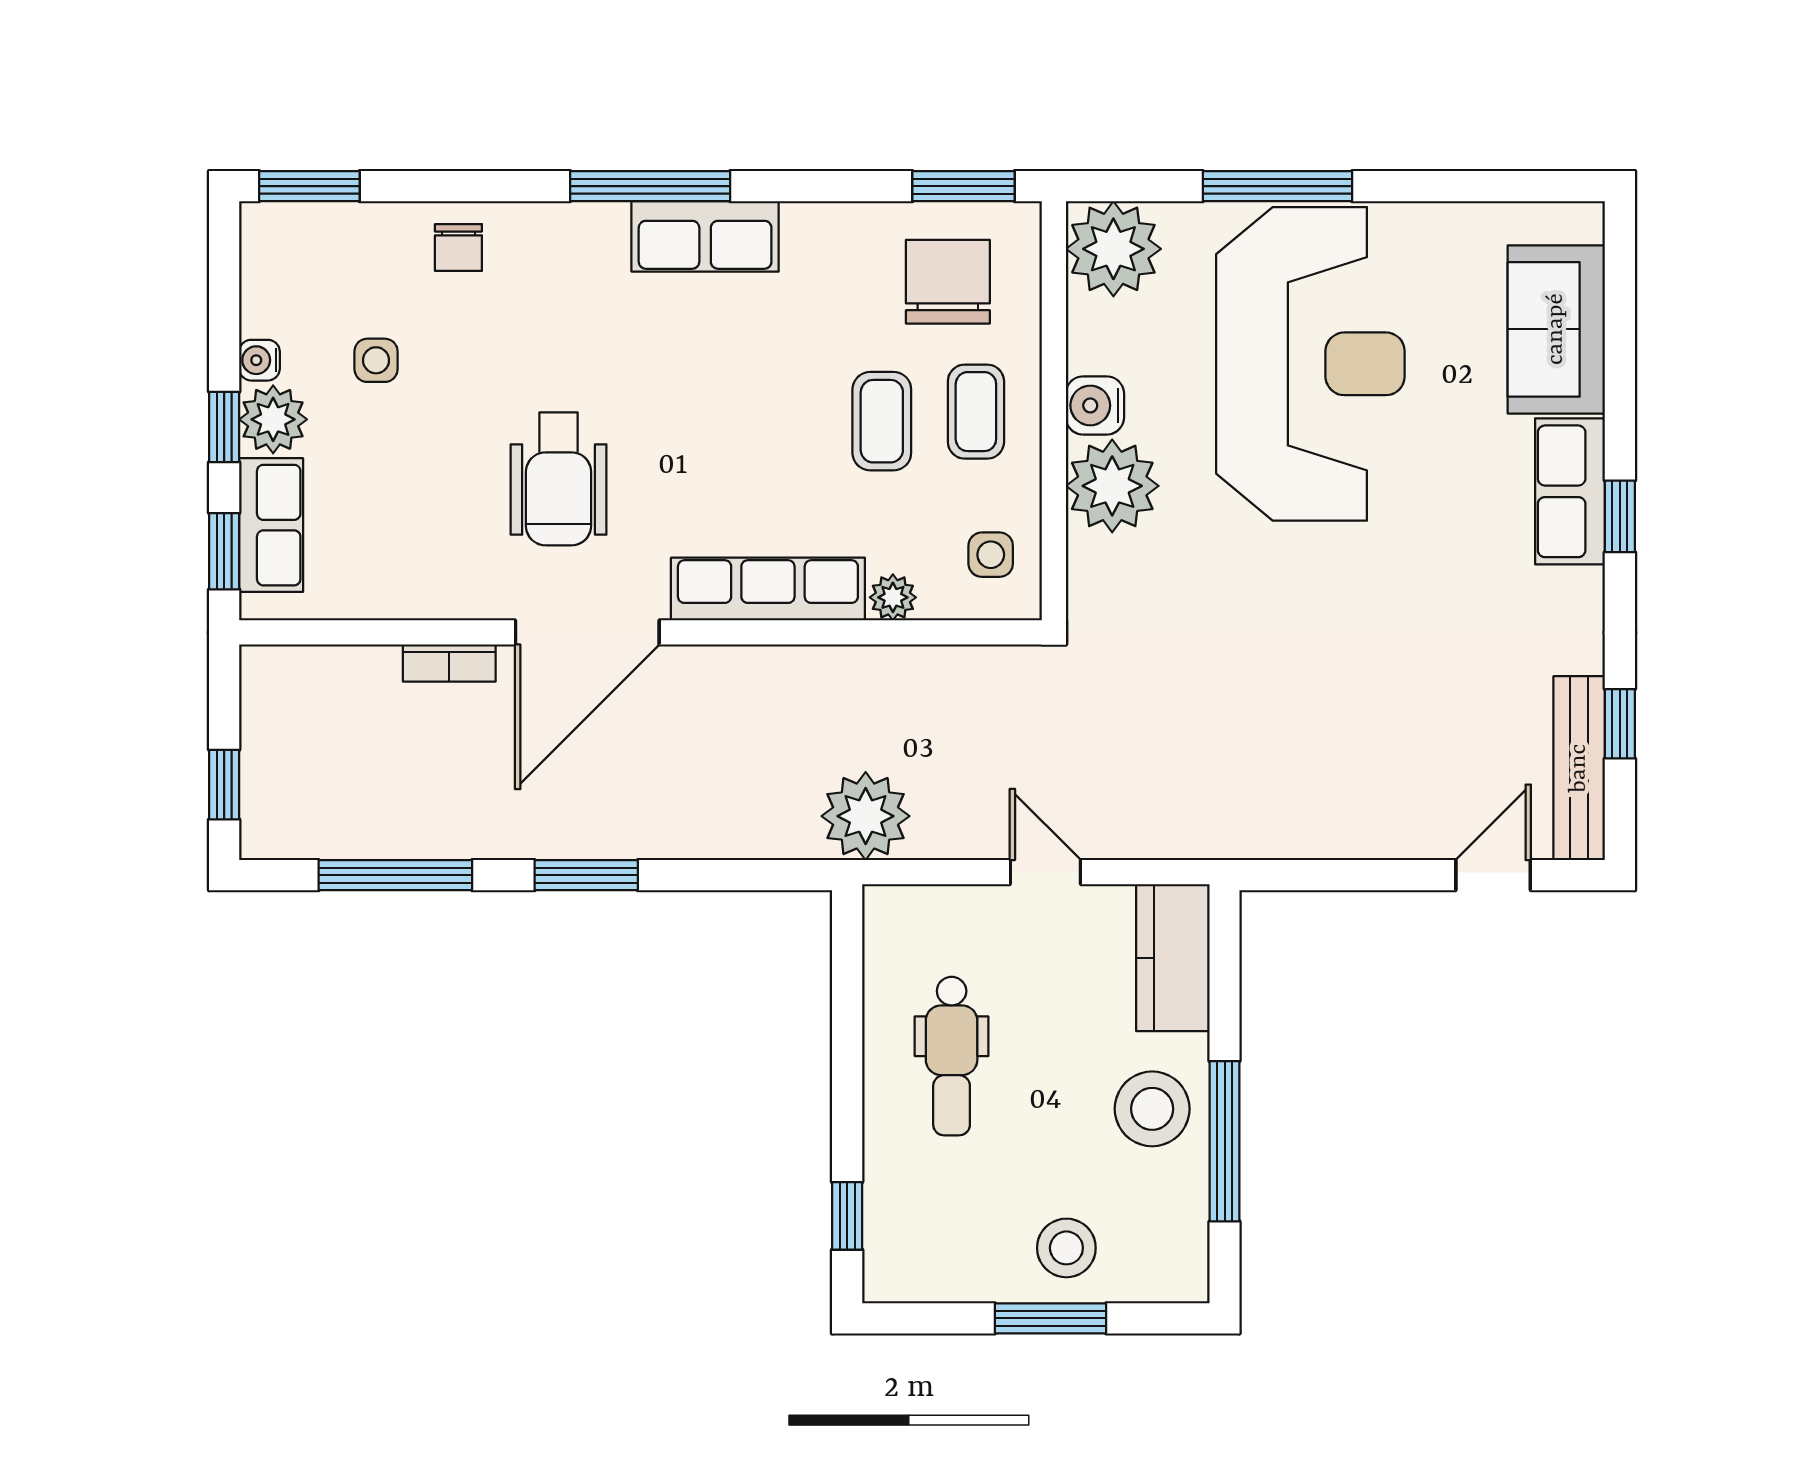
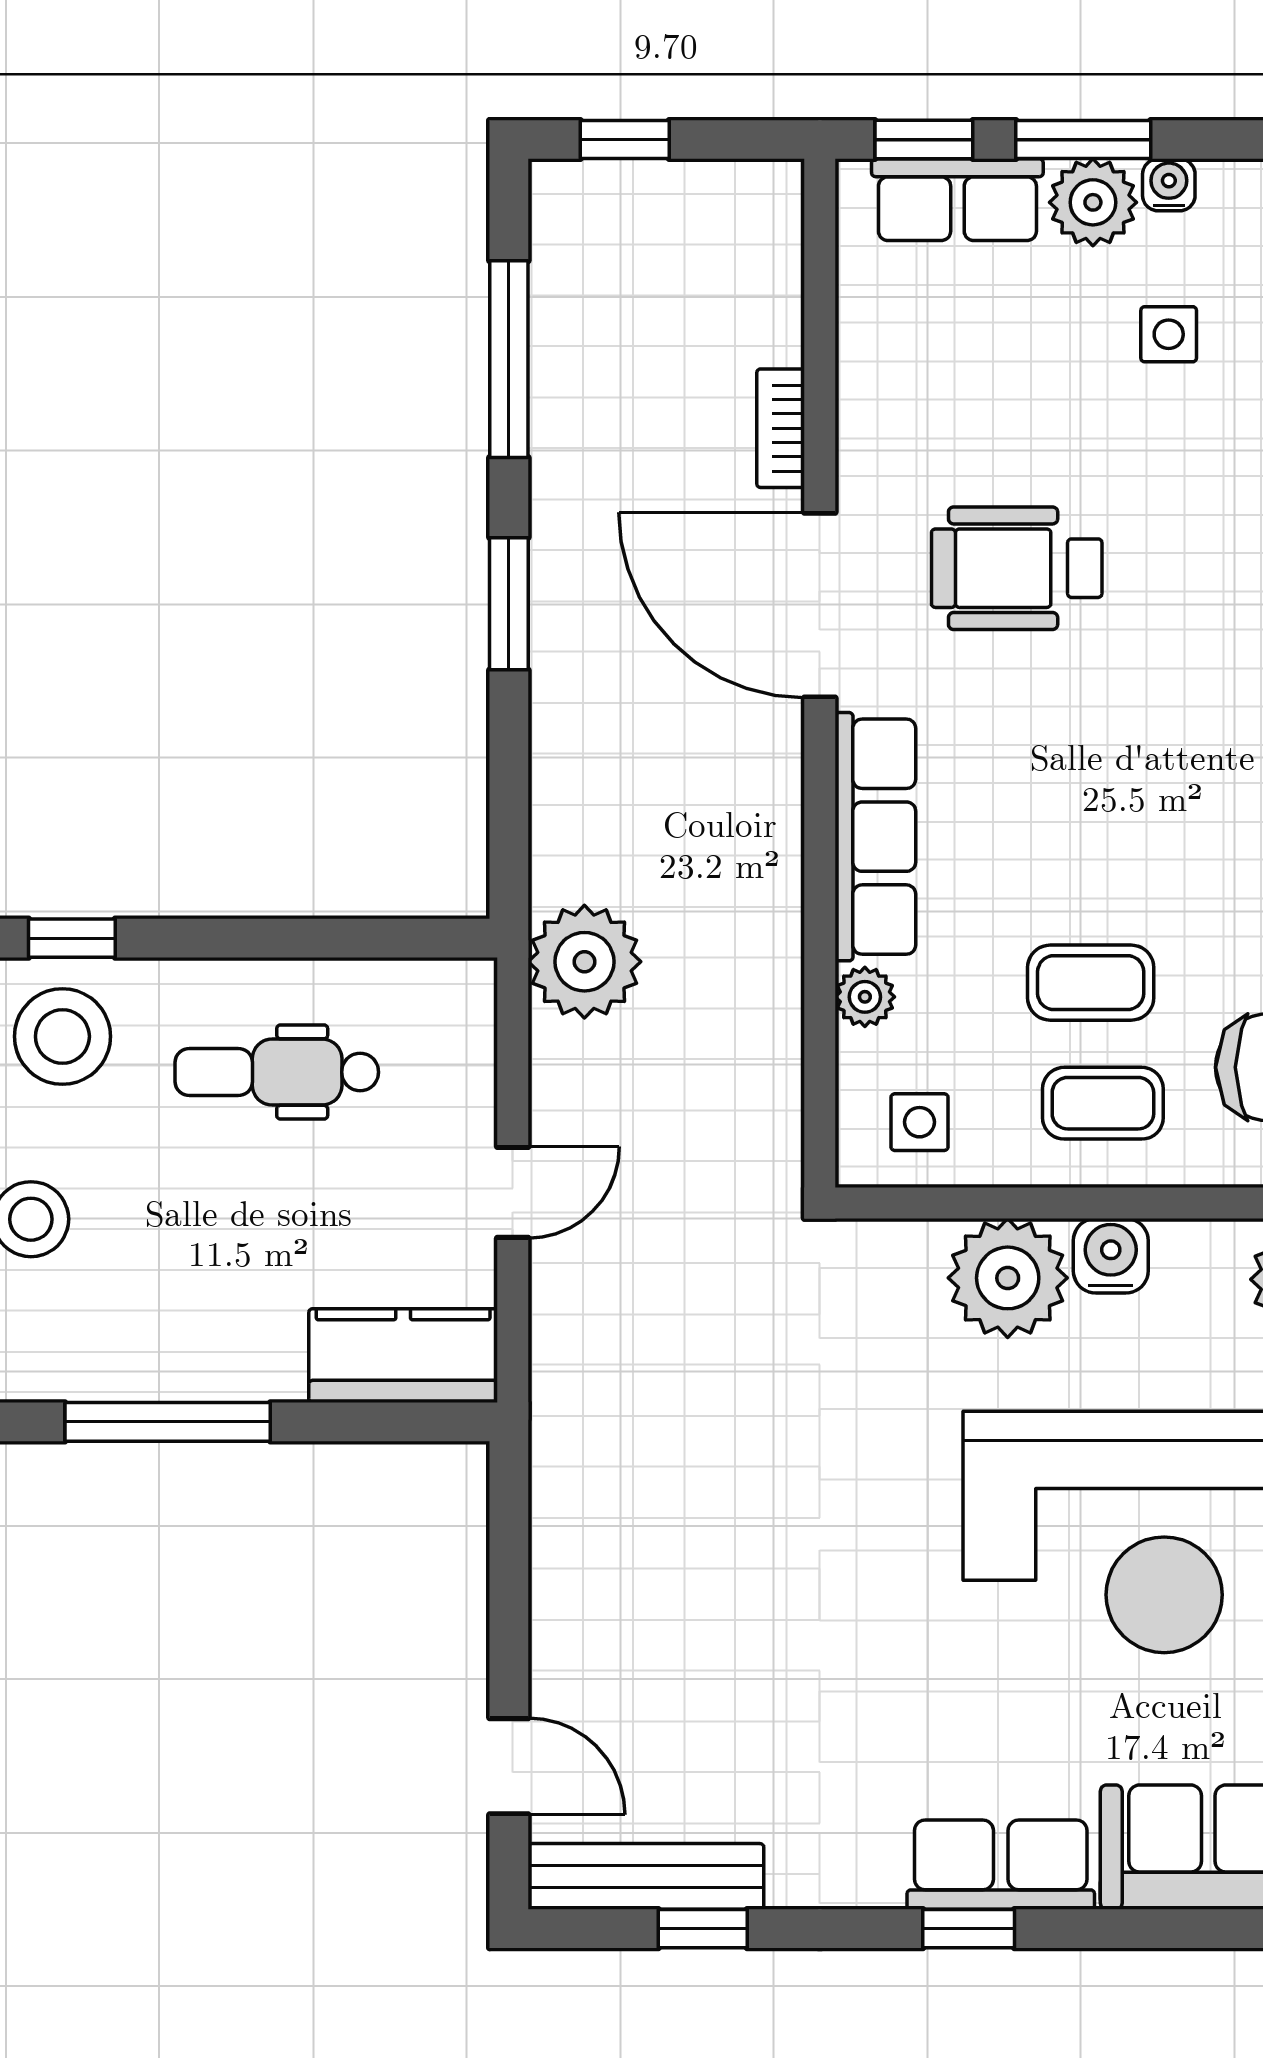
window: (224, 427) -> (1083, 140), width x1.50
stool: (1152, 1109) -> (62, 1036), moved

